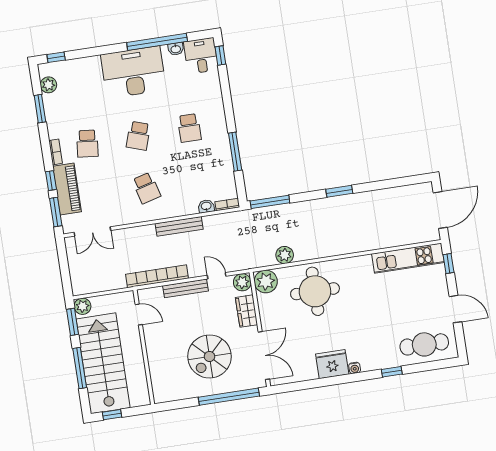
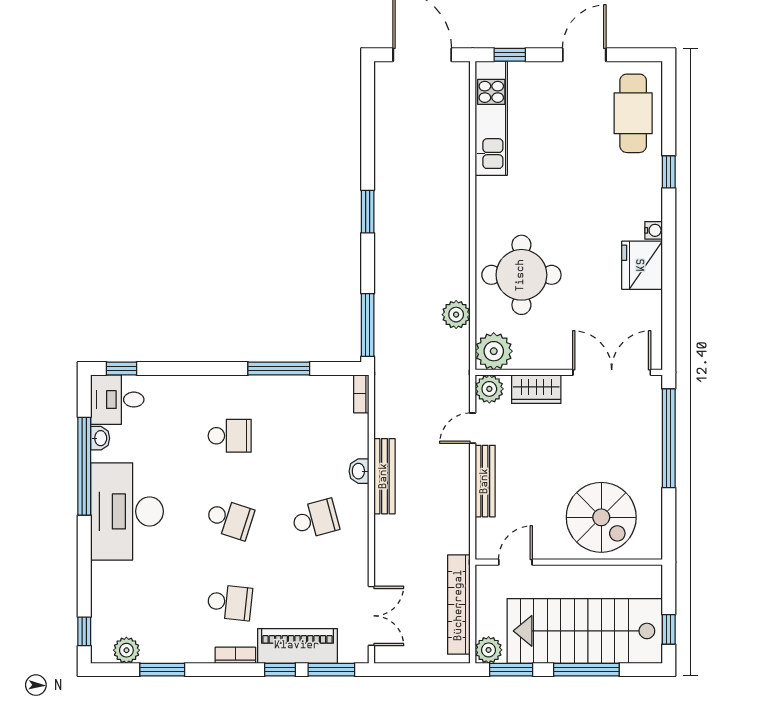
washbasin: (206, 206) -> (359, 471), moved
bookcase: (157, 276) -> (459, 605), moved
spiral stairs: (209, 356) -> (601, 517), moved

